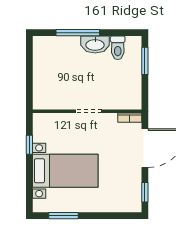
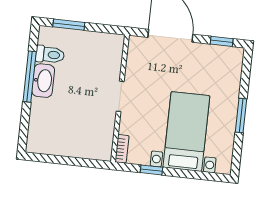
window: (78, 33) -> (30, 77), moved
bookcase: (130, 118) -> (122, 149), moved
window: (64, 216) -> (241, 116), moved

